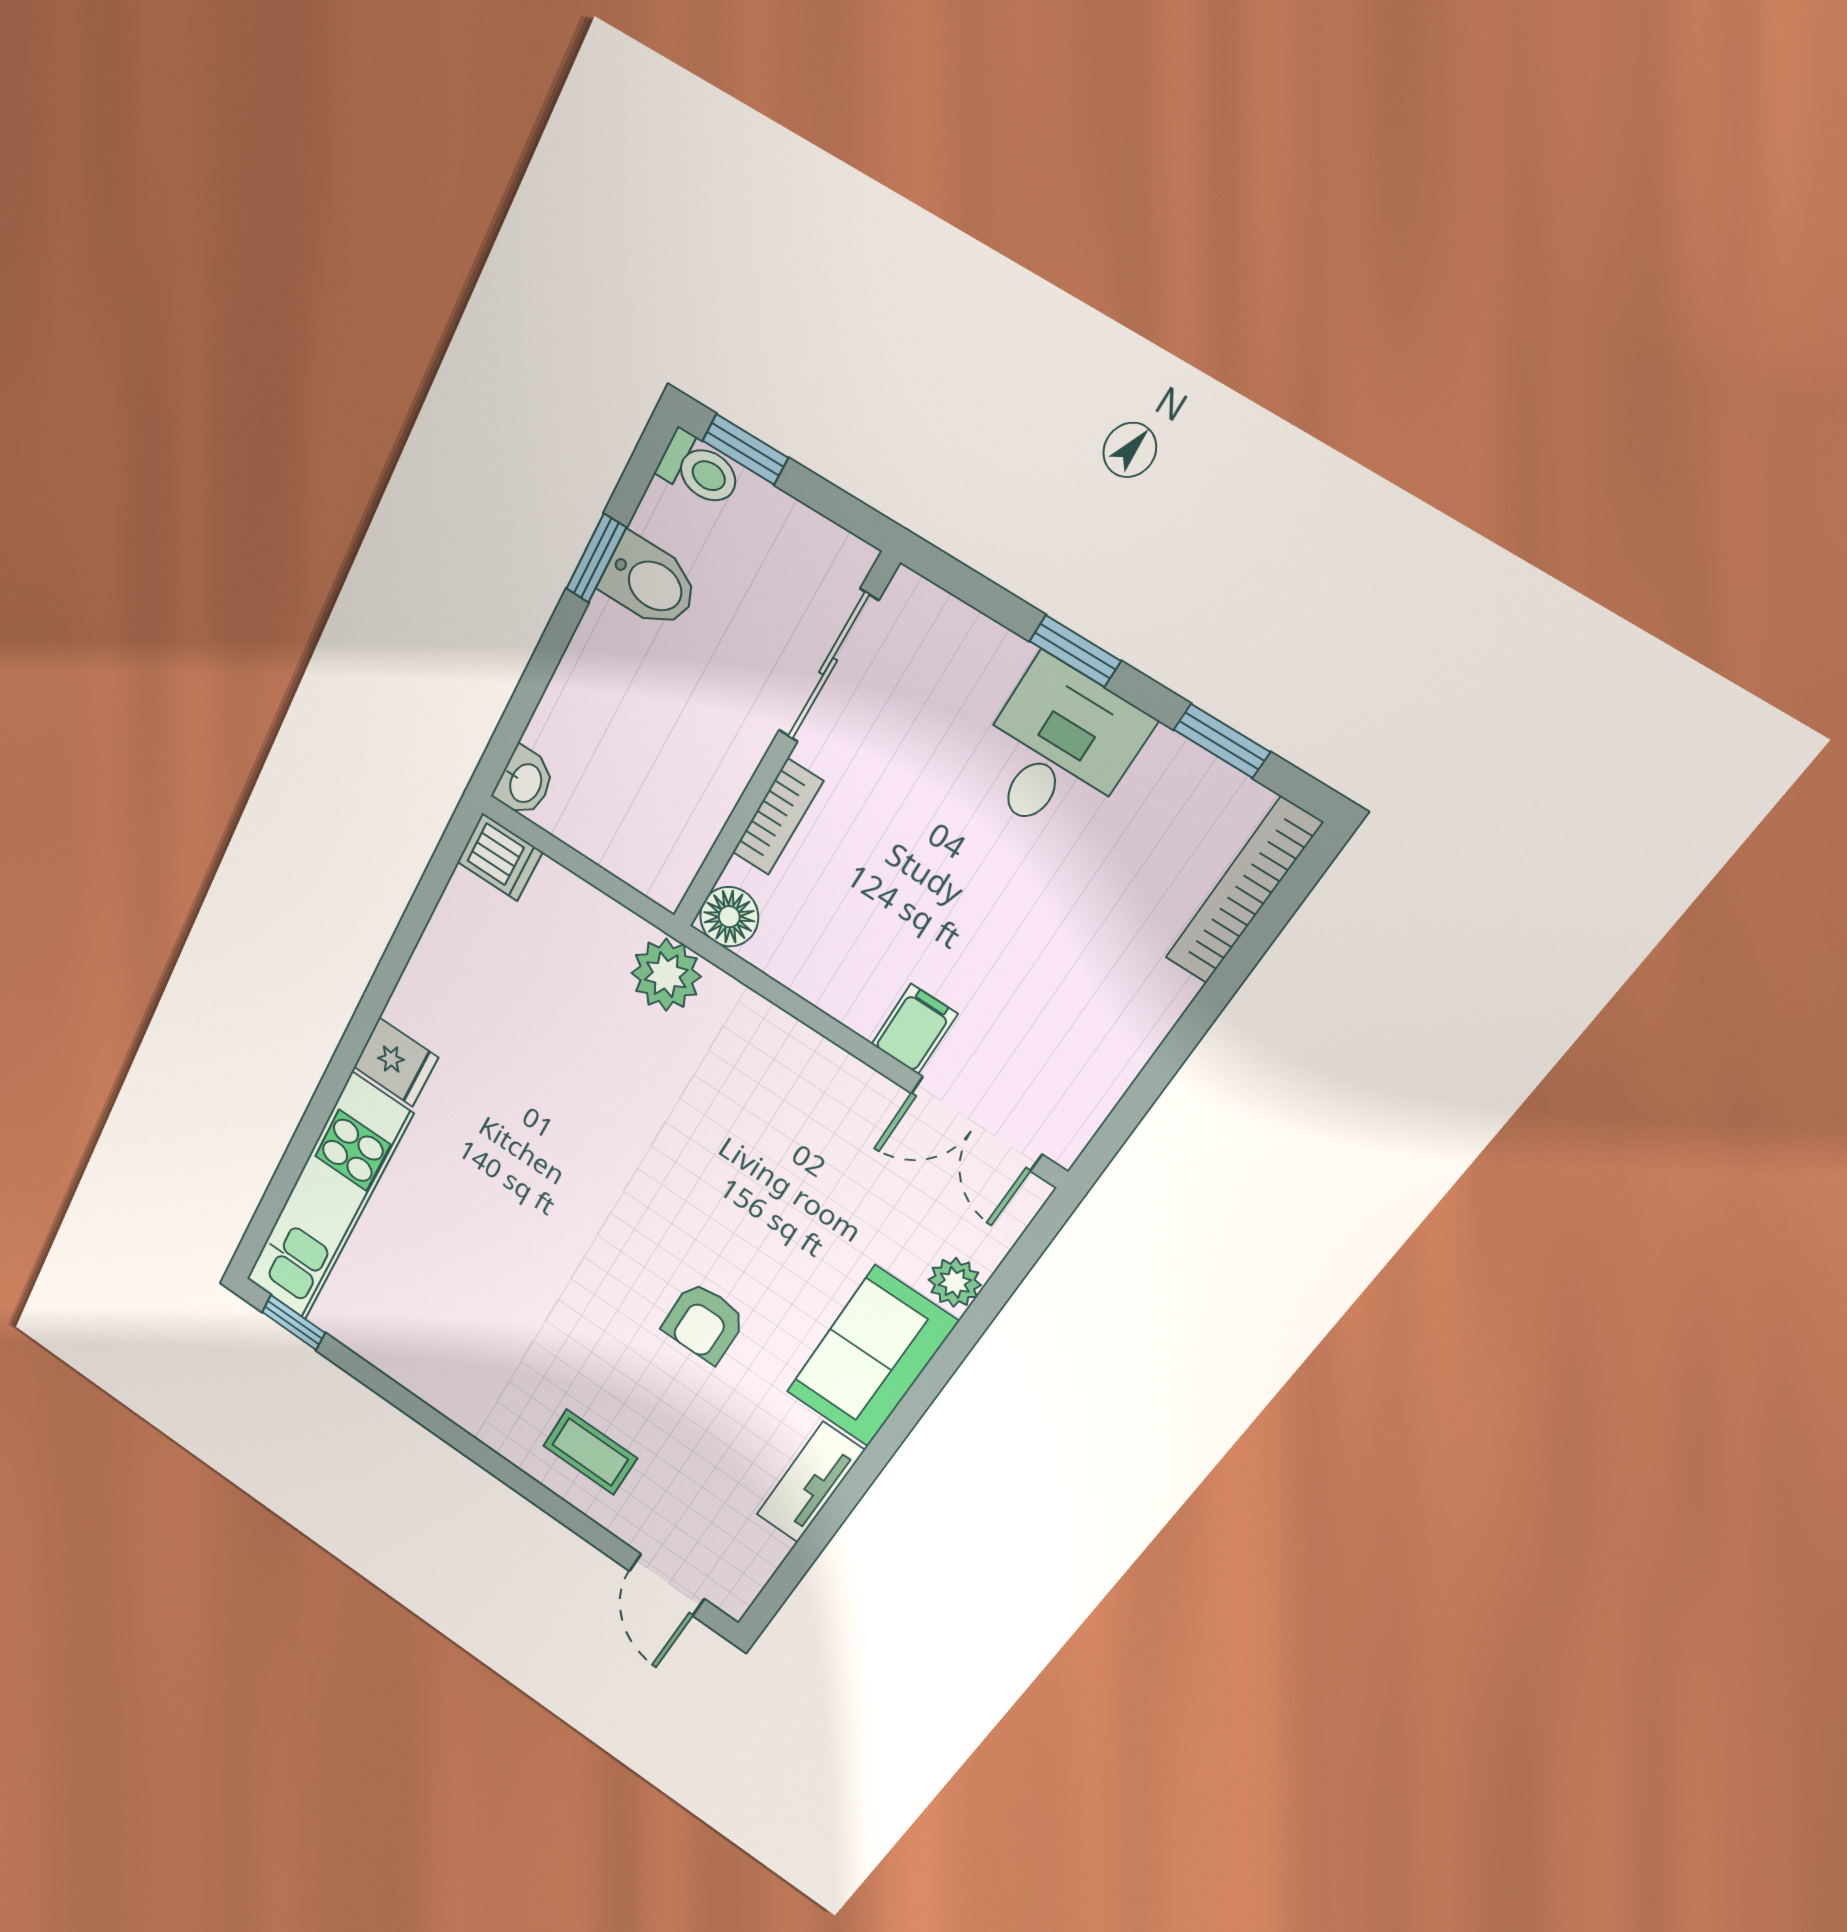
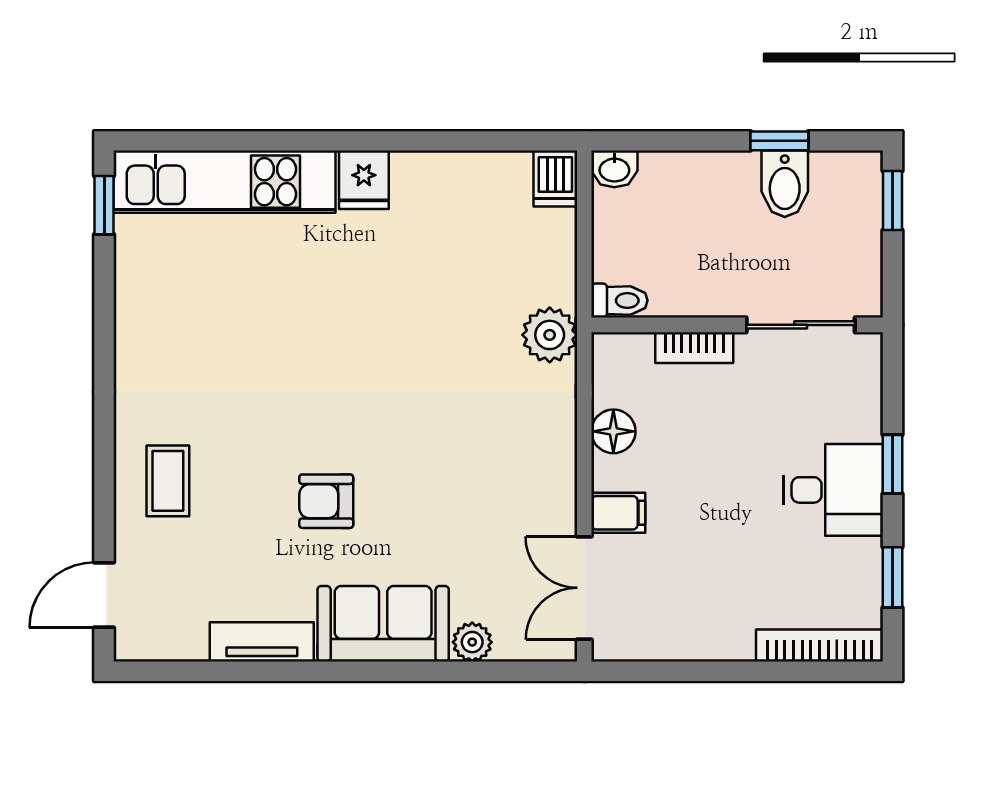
toilet: (699, 470) -> (619, 300), moved, turned -90
floor lamp: (729, 917) -> (613, 431), moved

